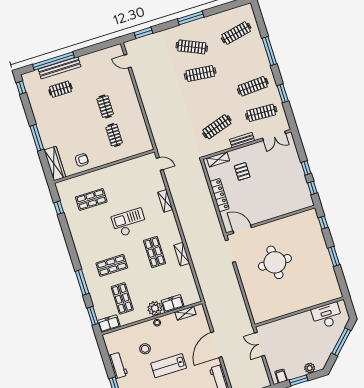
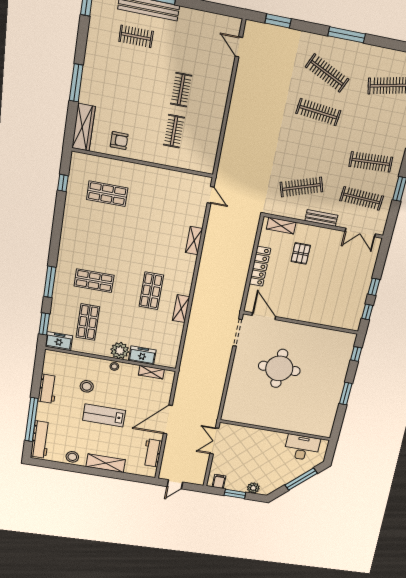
checkout: (129, 223) -> (139, 243), removed

